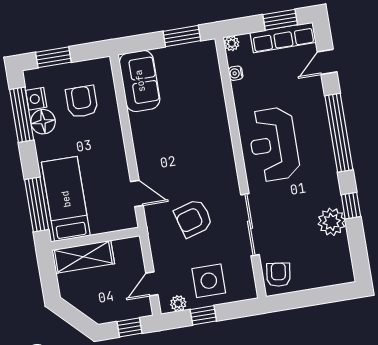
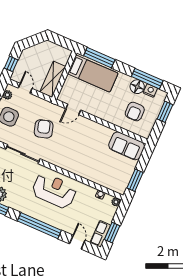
row of seats: (283, 38) -> (100, 234), width x0.68
armchair: (82, 102) -> (135, 112), turned 90
shelving: (83, 257) -> (53, 79), moved

